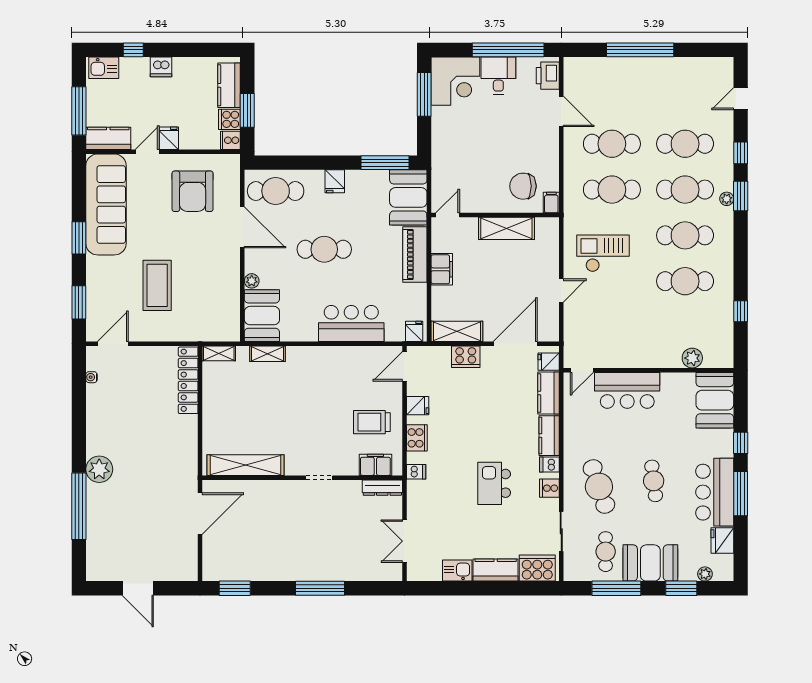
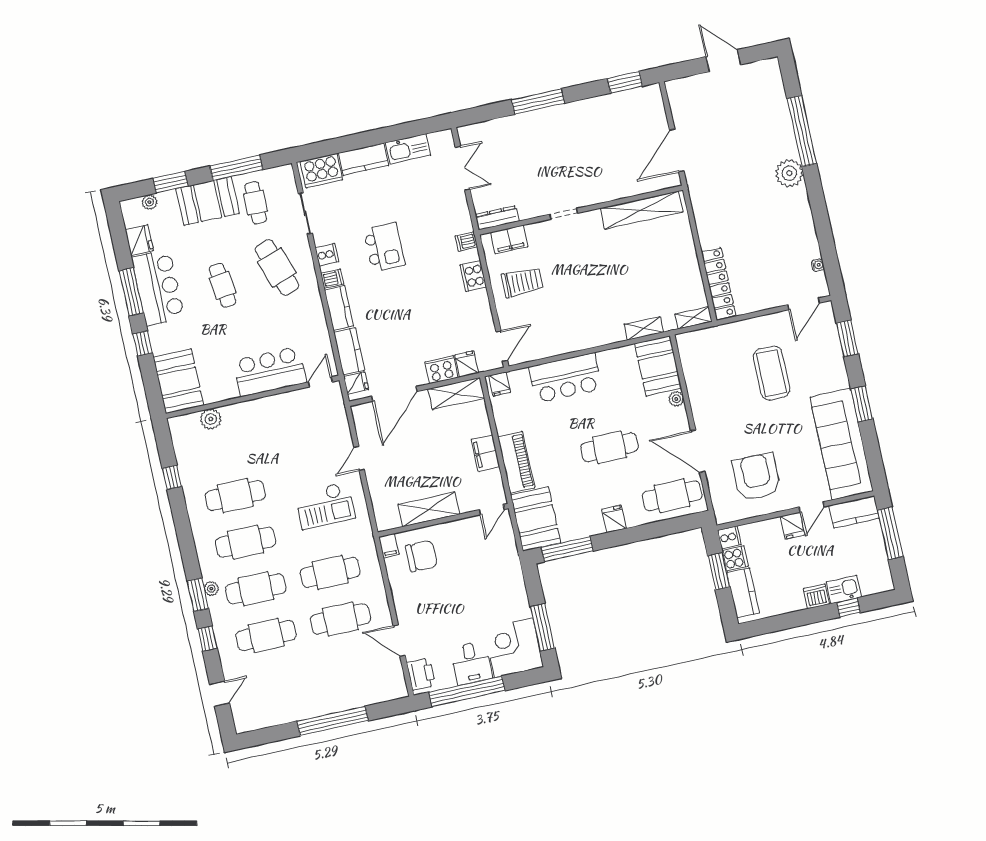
kitchen sink: (104, 68) -> (844, 589), moved
fridge: (418, 406) -> (467, 364), moved, turned 90
kitchen sink: (457, 571) -> (408, 149), width x1.38

